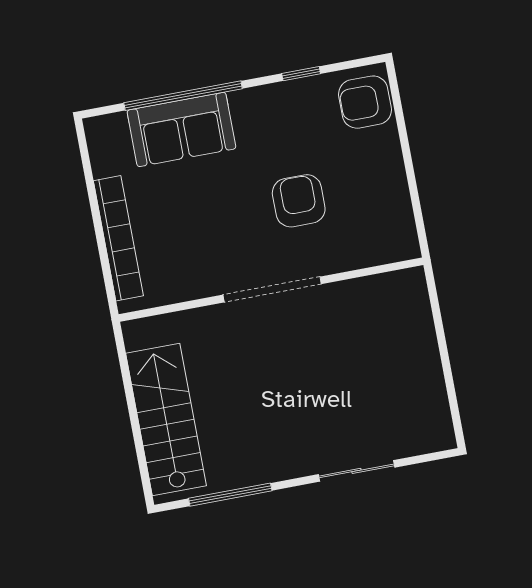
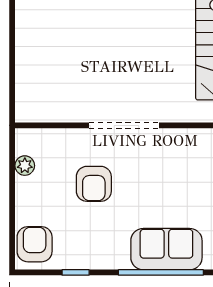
armchair: (365, 102) -> (35, 244), turned -90
plant: (399, 208) -> (25, 166), added

